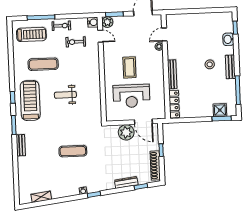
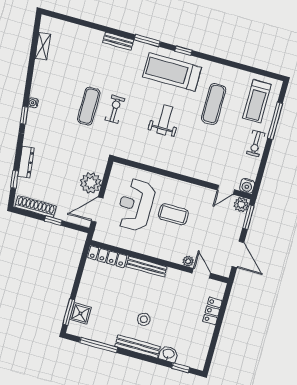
locker: (188, 18) -> (212, 311), added
exercise bike: (76, 42) -> (115, 109), moved
bench: (230, 67) -> (138, 347), width x1.36
treadmill: (30, 101) -> (172, 72), turned 180

